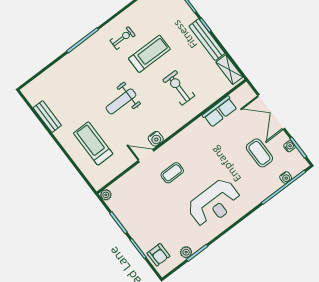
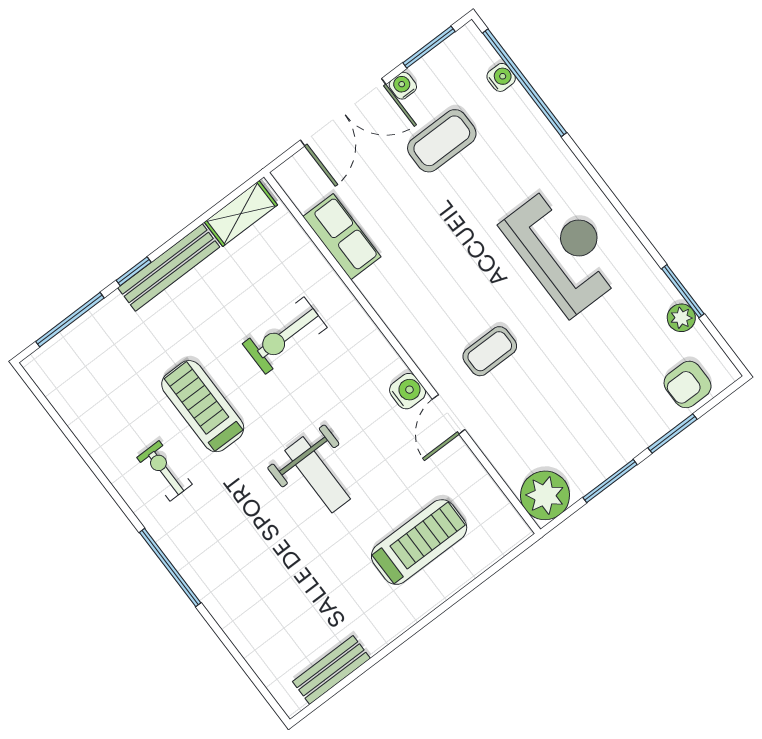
bench: (47, 117) -> (331, 670), moved
treadmill: (93, 143) -> (419, 542), turned 180
water cooler: (289, 146) -> (403, 86), moved
coffee table: (172, 173) -> (490, 351), turned 90
plant: (106, 195) -> (545, 495), width x1.87, depth x1.87
armchair: (158, 255) -> (688, 384), turned 180

